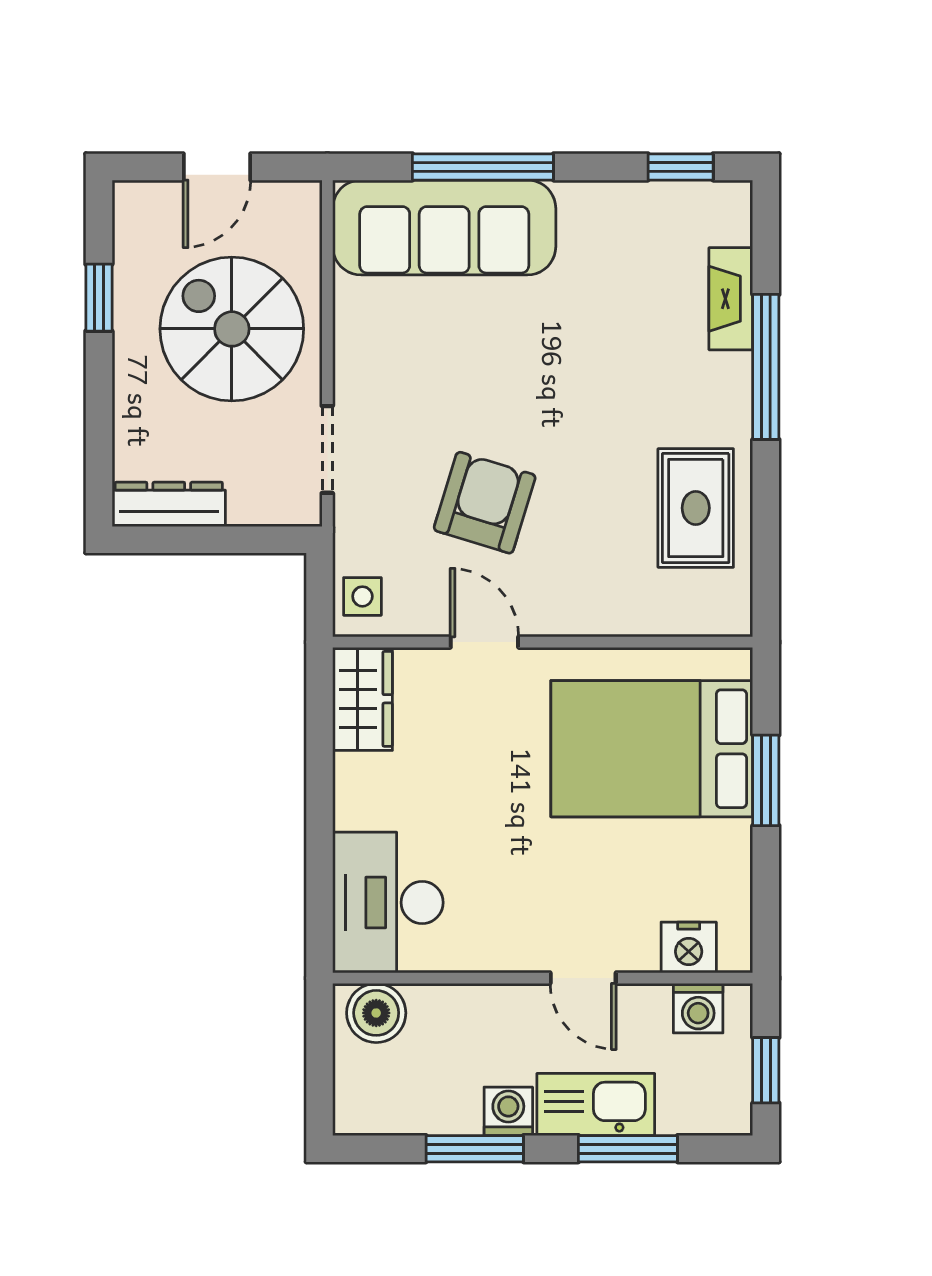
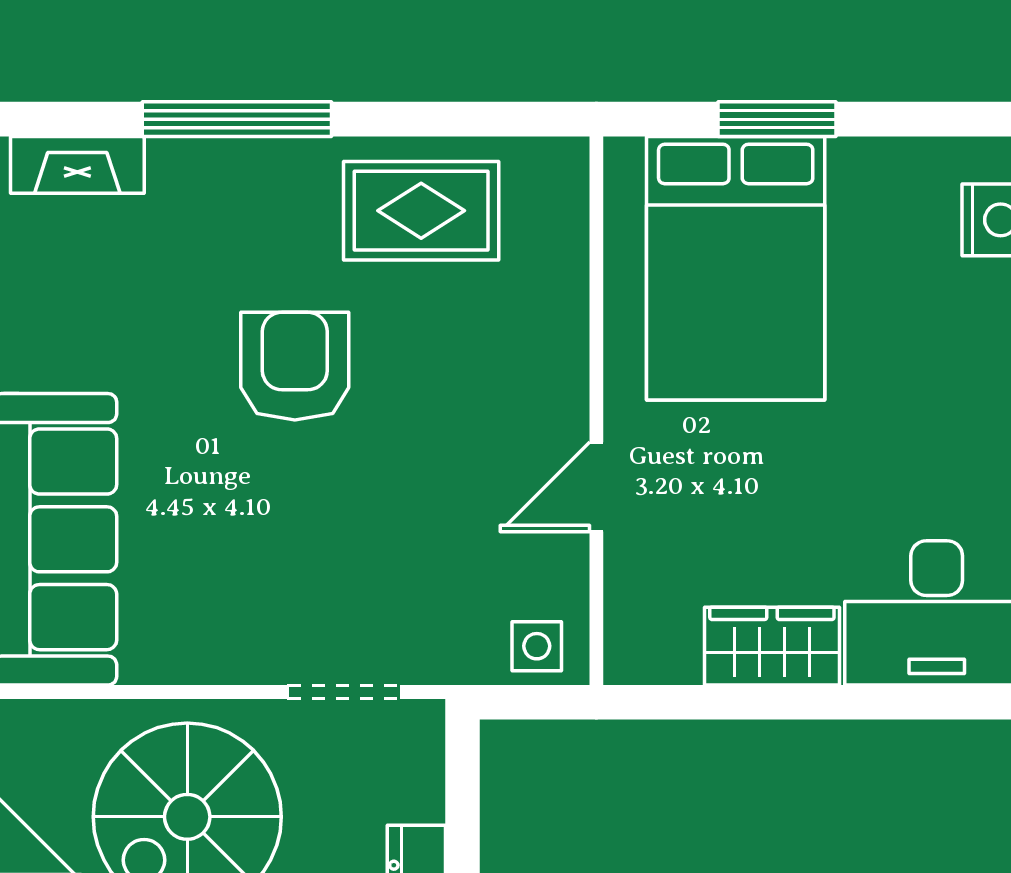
fireplace: (731, 299) -> (77, 165), moved
armchair: (485, 503) -> (295, 366), moved, turned 73
wardrobe: (363, 699) -> (772, 646), moved

